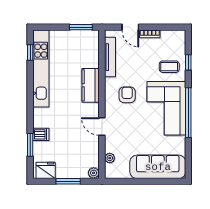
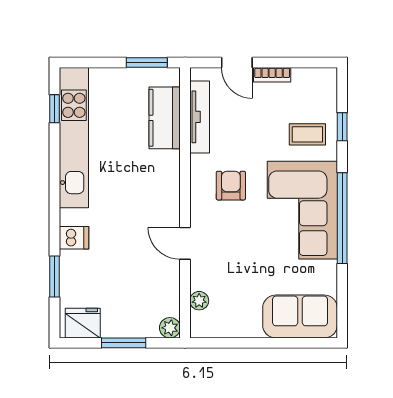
kitchen counter: (91, 85) -> (165, 118), moved
dishwasher: (41, 134) -> (74, 238), moved
sofa: (158, 167) -> (300, 317), width x0.73

